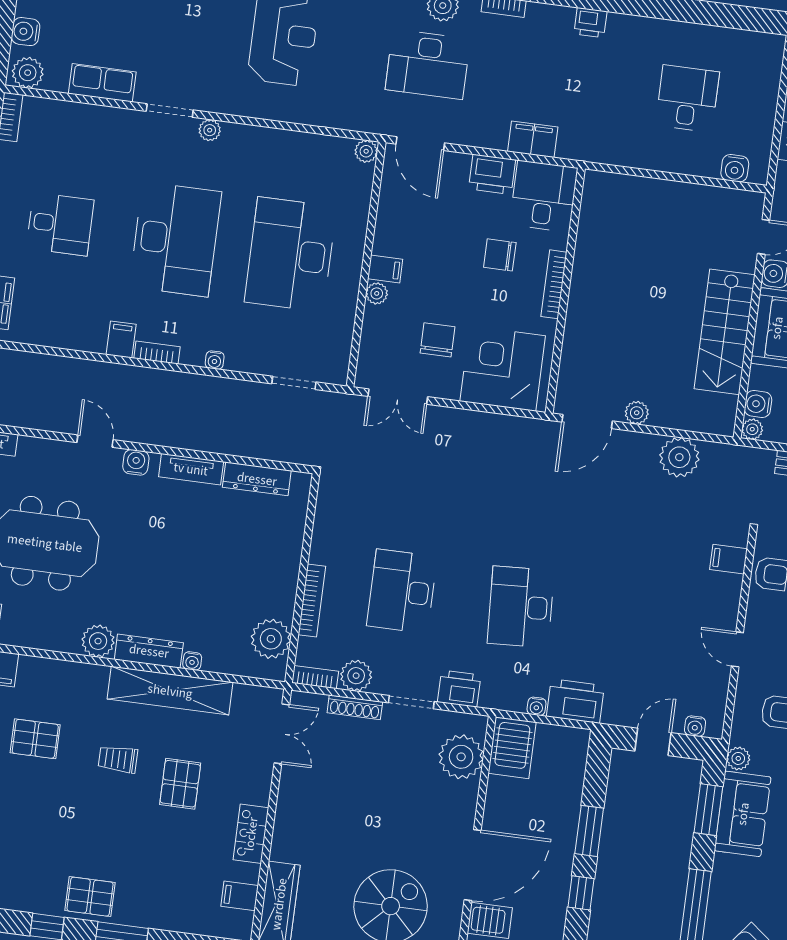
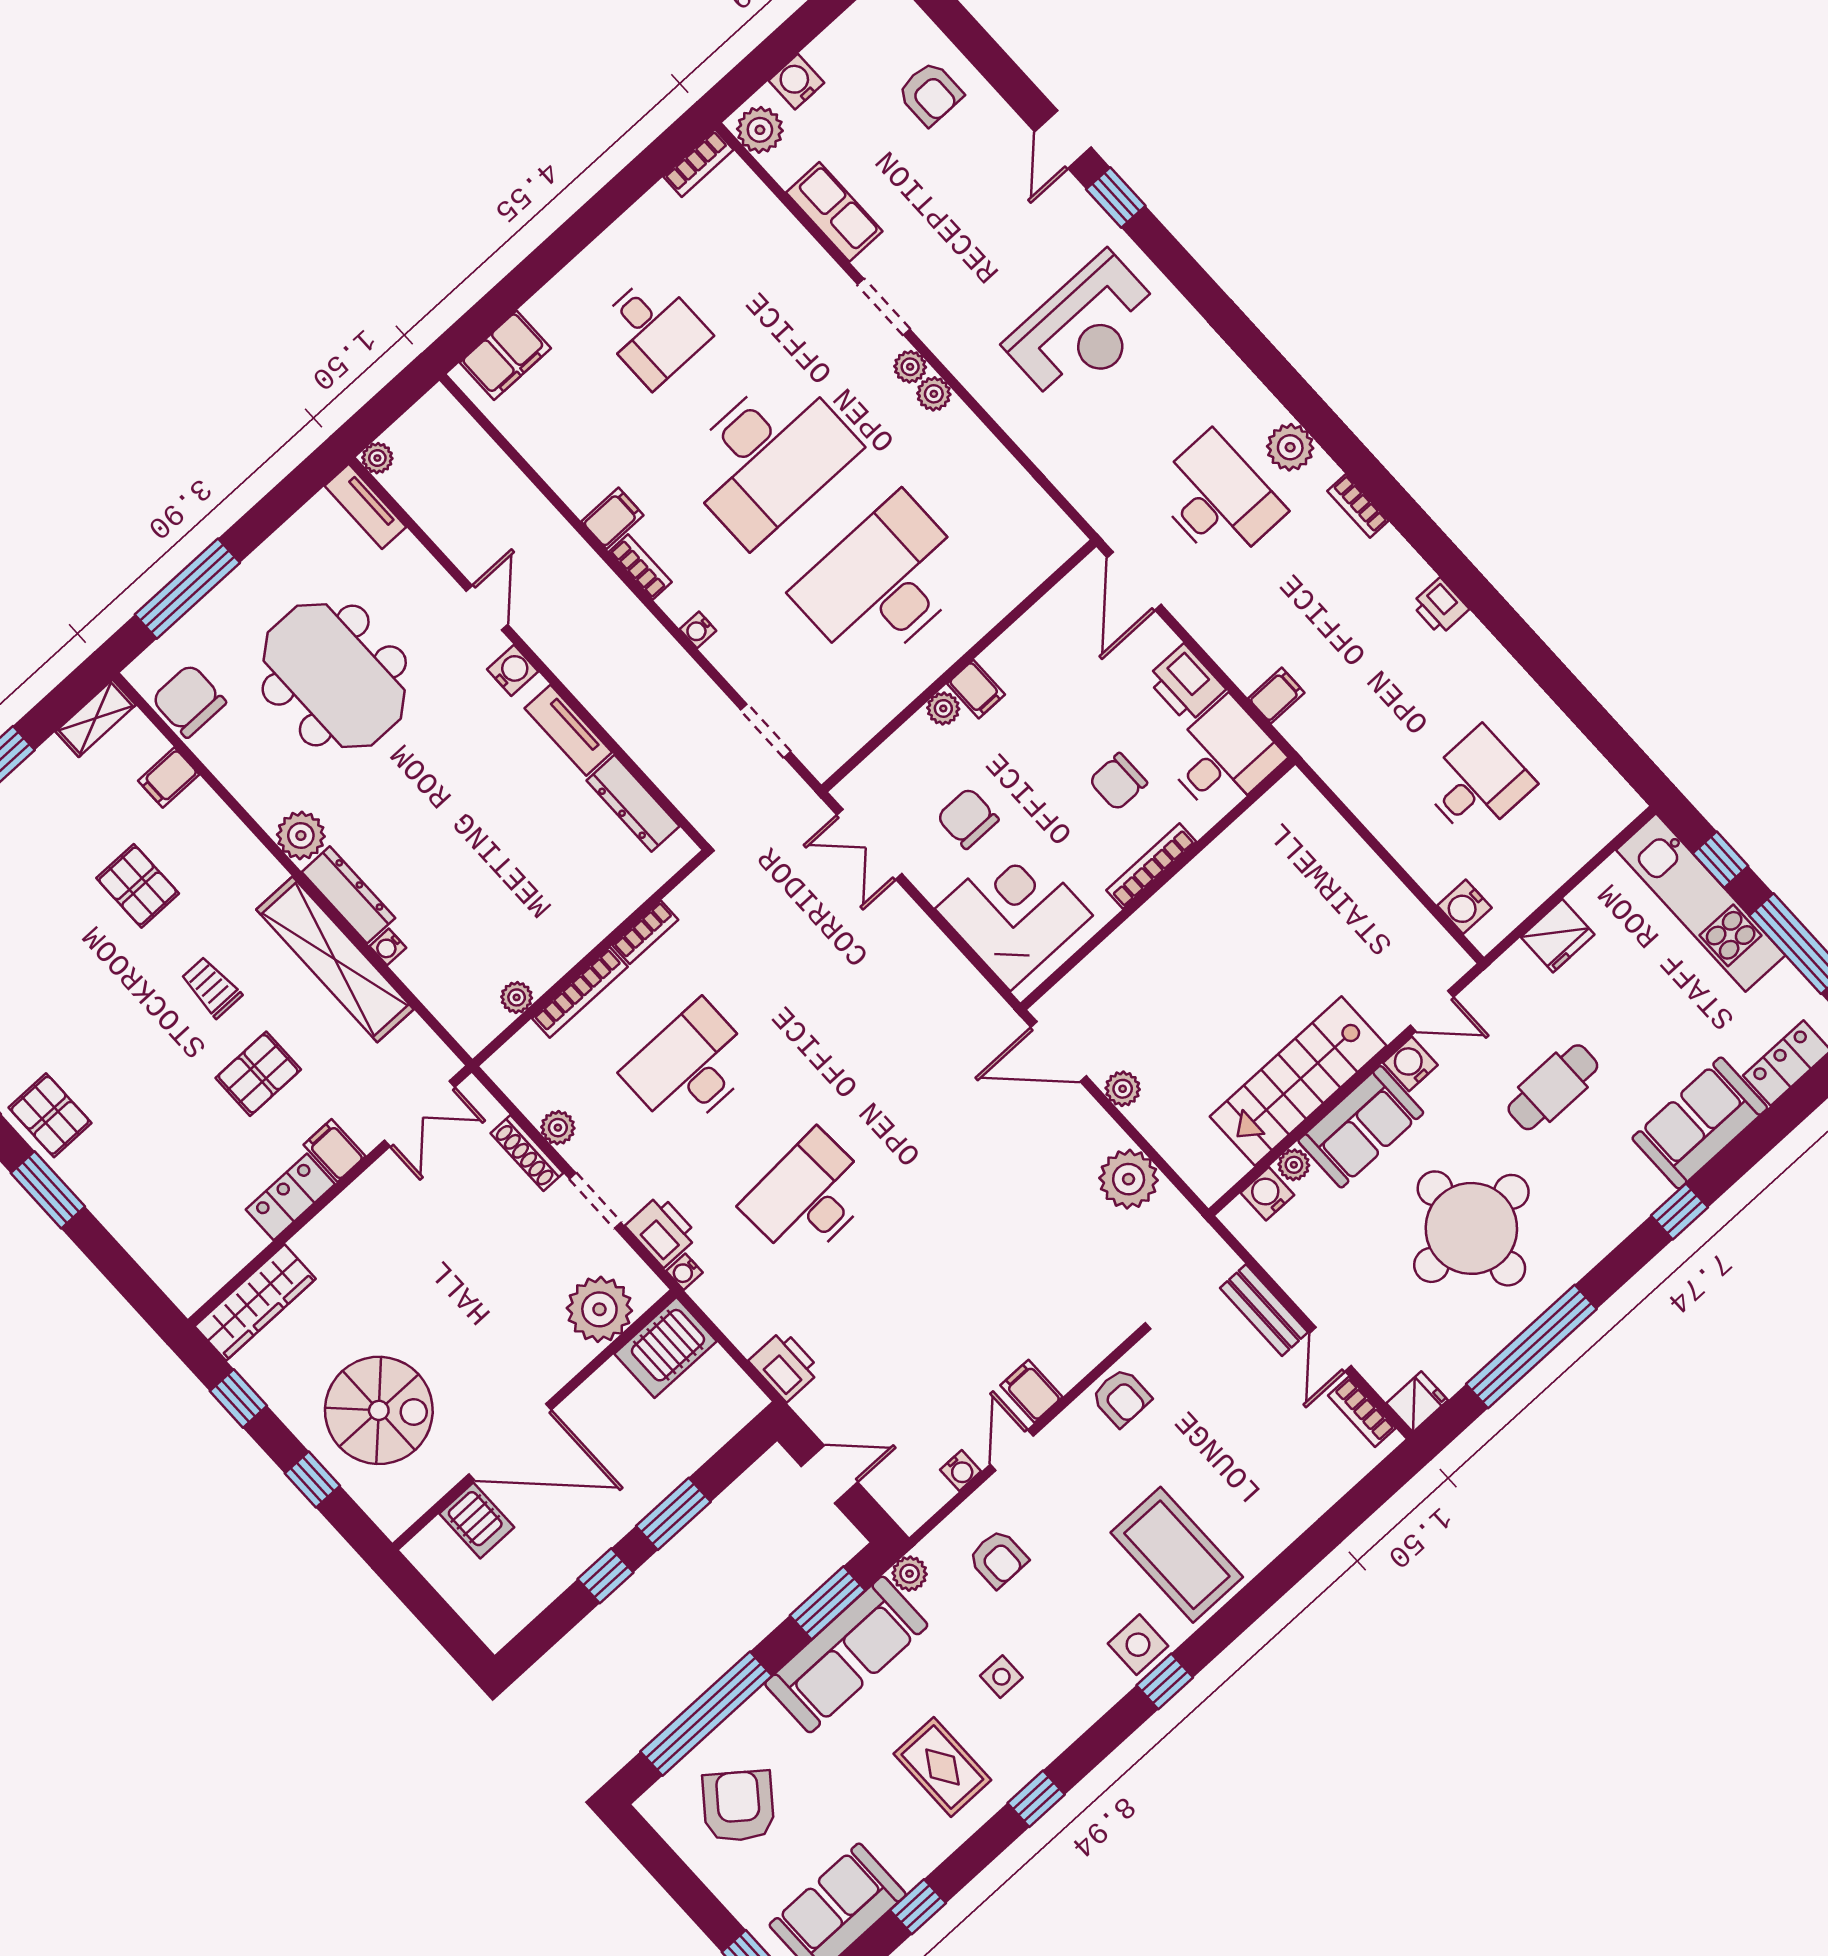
desk: (428, 64) -> (1218, 499), turned 180
filing cabinet: (533, 139) -> (1276, 696), width x0.50
plant: (366, 151) -> (934, 394), moved
chair: (500, 255) -> (1118, 782), turned -90
chair: (438, 340) -> (968, 818), turned -90
plant: (752, 429) -> (1294, 1165), moved
filing cabinet: (728, 559) -> (1031, 1391), moved
plant: (271, 639) -> (517, 997), width x0.53, depth x0.53
plant: (356, 676) -> (558, 1128), width x0.73, depth x0.73
bookcase: (315, 677) -> (645, 932), moved, turned 90
printer: (575, 701) -> (785, 1366), width x0.73, depth x0.84
water cooler: (536, 706) -> (684, 1272), moved
water cooler: (695, 726) -> (961, 1471), moved, turned -90
sofa: (743, 814) -> (846, 1654), width x1.36
filing cabinet: (240, 896) -> (334, 1150), moved

